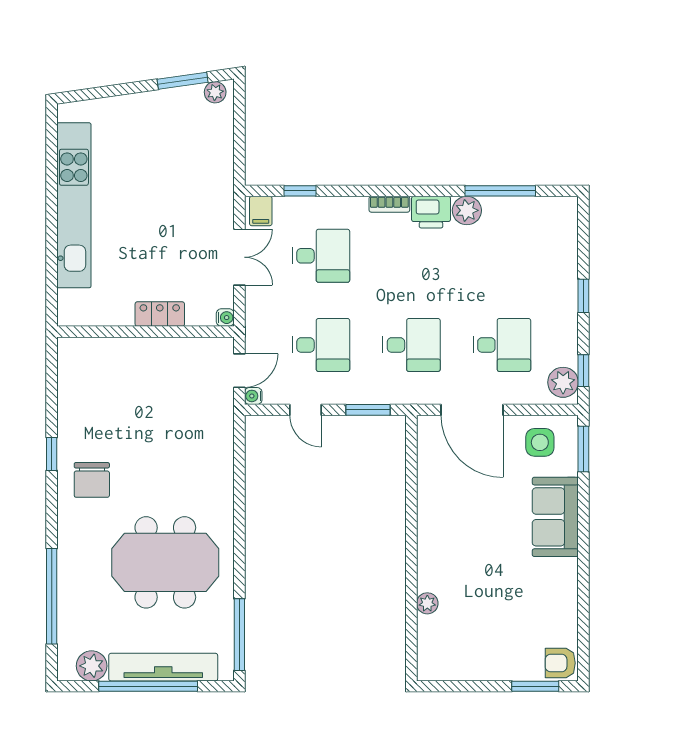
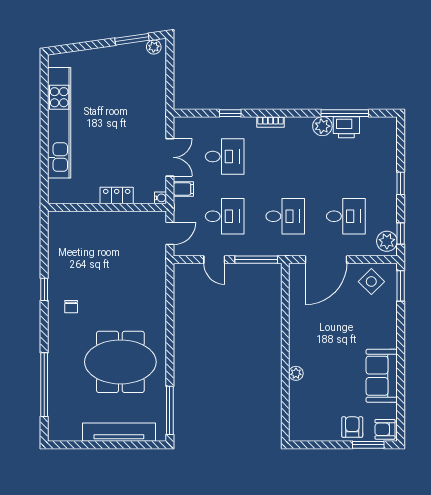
window: (300, 191) -> (230, 113), moved
filing cabinet: (261, 211) -> (183, 189), moved, turned -90
printer: (431, 212) -> (346, 127), moved
water cooler: (253, 396) -> (179, 250), removed
window: (368, 410) -> (256, 260), width x1.44
door: (472, 410) -> (326, 260), hinge flipped
side table: (540, 442) -> (371, 282), turned 45
chair: (92, 480) -> (71, 307), width x0.54, depth x0.54
sofa: (555, 517) -> (382, 376), moved
plant: (427, 603) -> (296, 373), moved
armchair: (511, 660) -> (352, 427), added
plant: (92, 666) -> (71, 431), removed
window: (148, 686) -> (109, 445), removed

